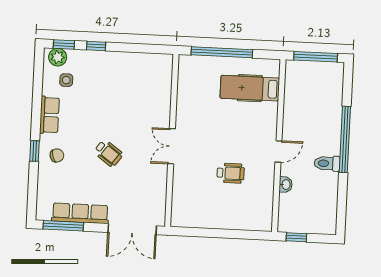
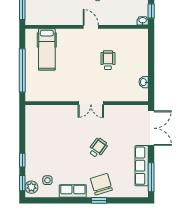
chair: (57, 155) -> (101, 184), width x1.87, depth x1.87
washbasin: (286, 185) -> (143, 21), moved
washbasin: (197, 222) -> (144, 82), added

